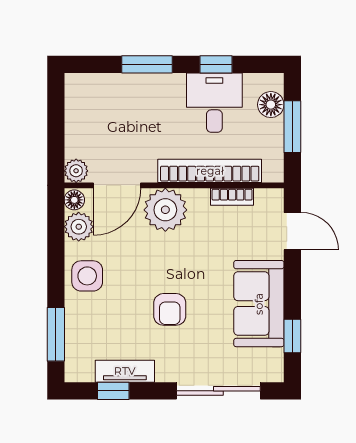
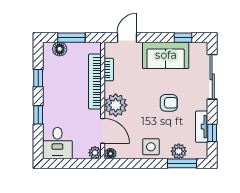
window: (147, 64) -> (38, 115), width x0.67
desk: (214, 103) -> (57, 143), moved, turned -90
plant: (79, 227) -> (179, 151), moved

